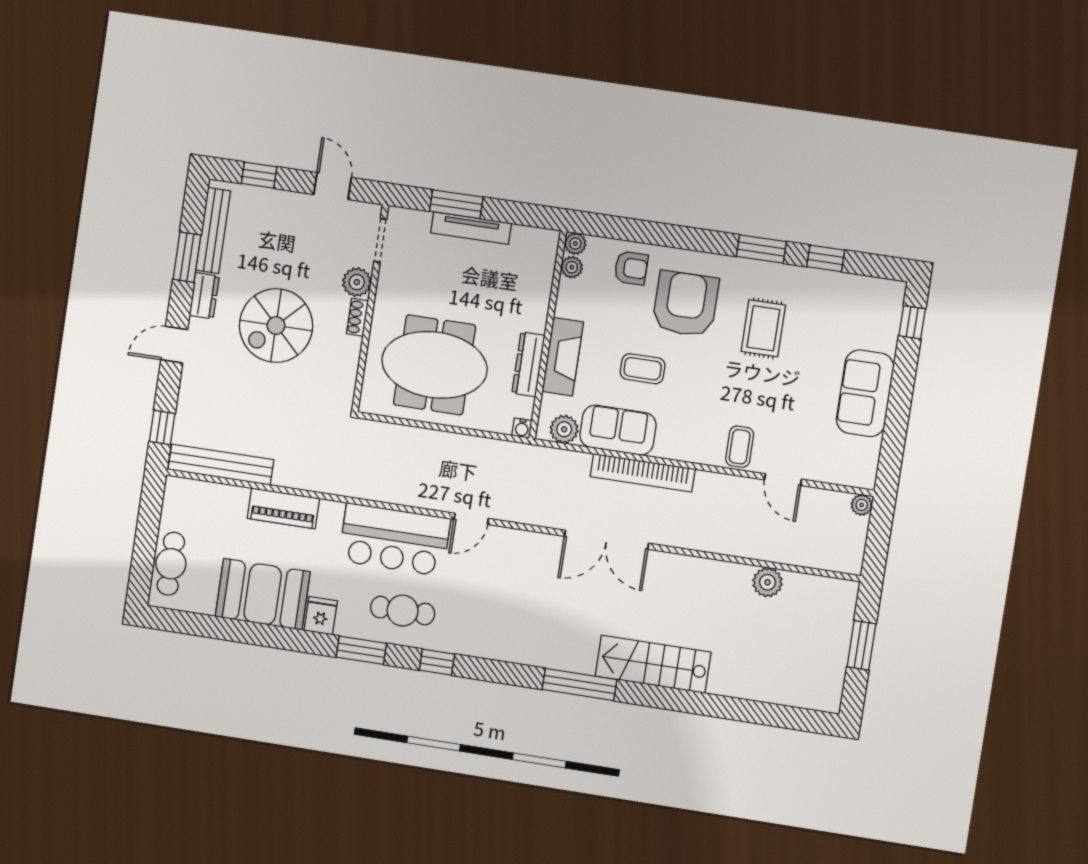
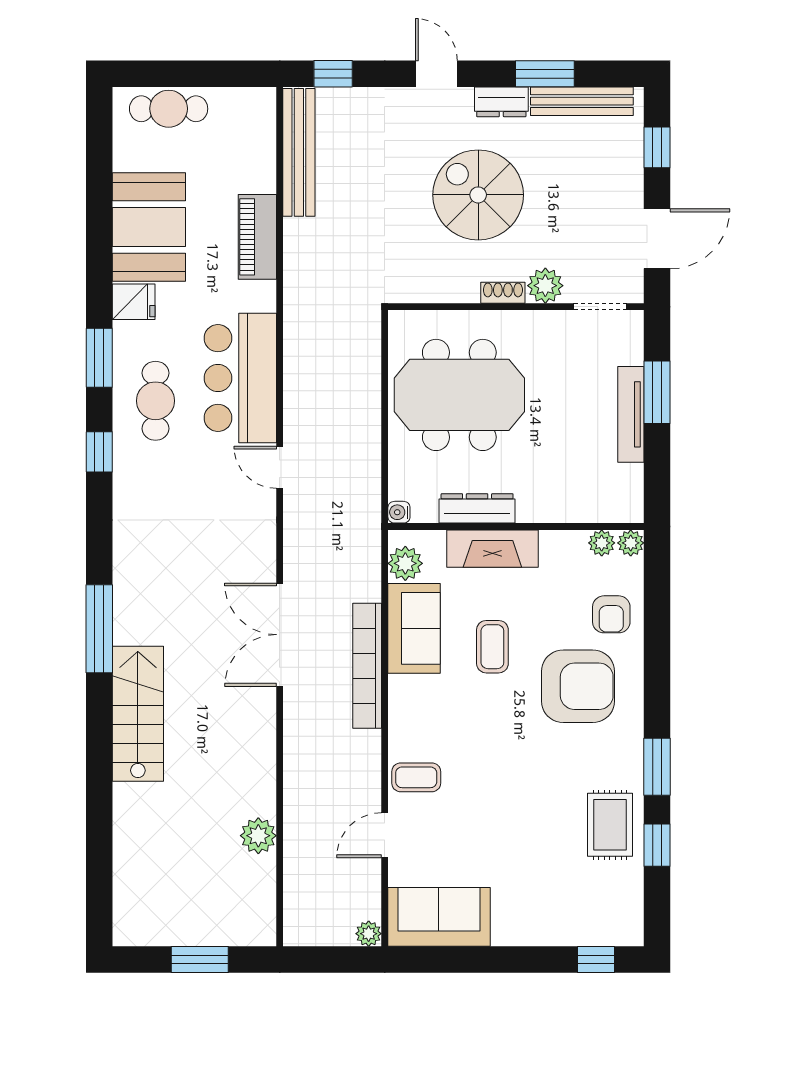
door: (333, 186) -> (657, 239), width x1.38
rug: (763, 328) -> (610, 825), moved, turned 90
meeting table: (434, 365) -> (459, 395), turned 90
sofa: (865, 393) -> (439, 917), moved

